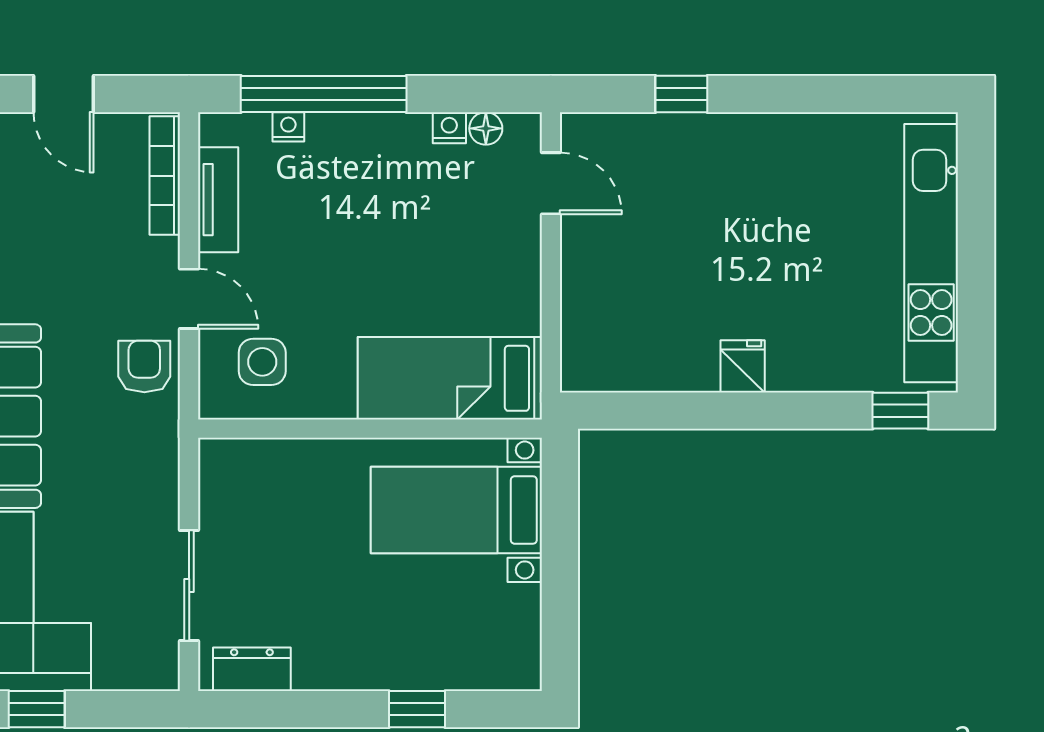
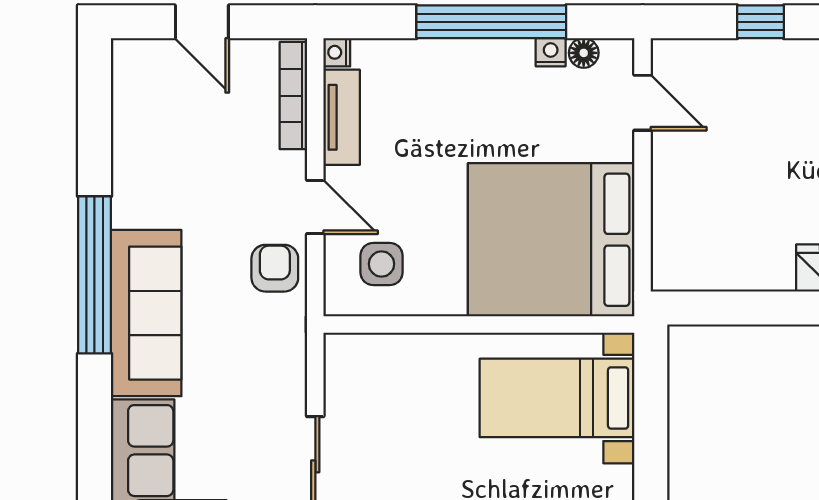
window: (324, 94) -> (491, 22), moved
nightstand: (288, 127) -> (337, 52), moved, turned -90
bed: (450, 378) -> (551, 240), width x2.04

